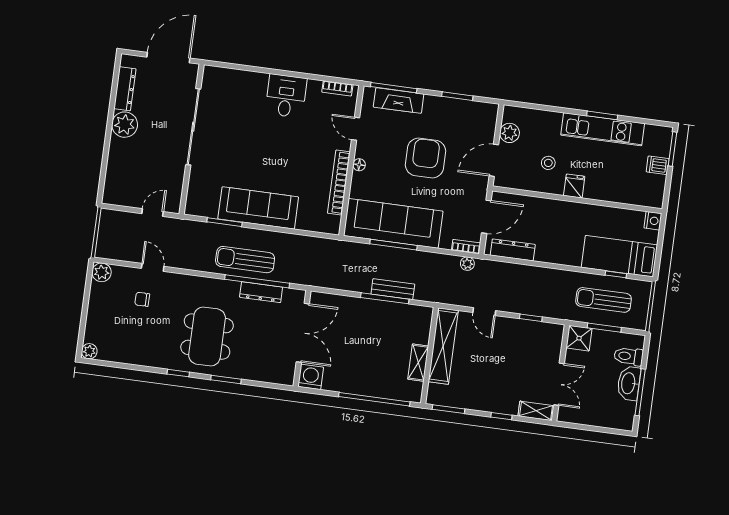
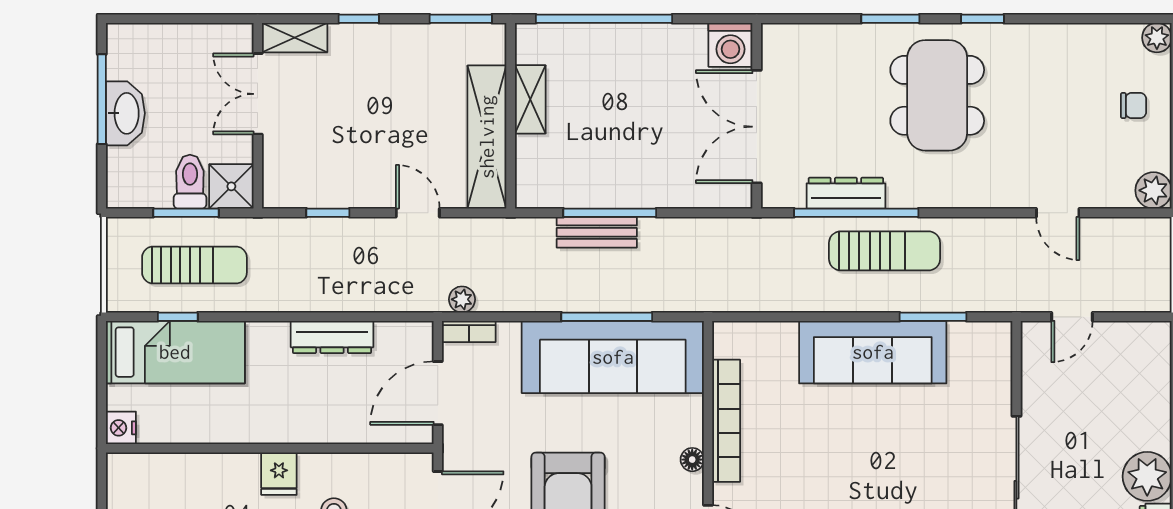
dresser: (513, 250) -> (332, 337), moved
chair: (142, 299) -> (1134, 105), moved
toilet: (628, 356) -> (190, 182), moved, turned -90

